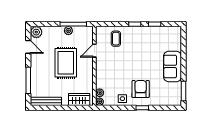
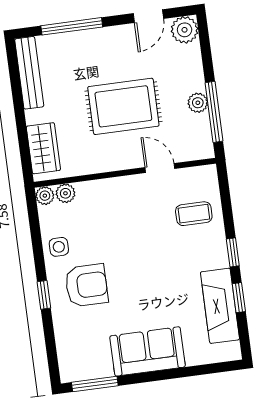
fireplace: (157, 33) -> (220, 306), added

